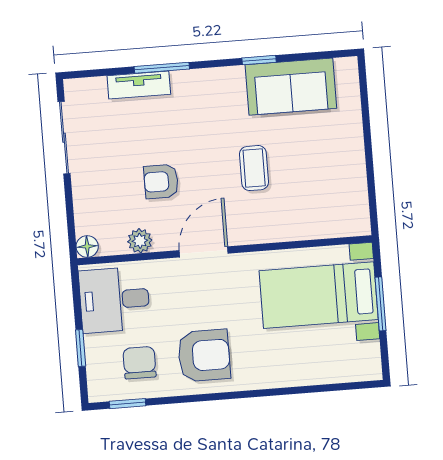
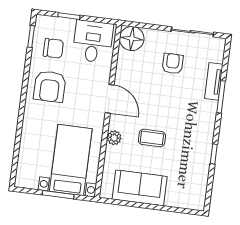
sofa: (291, 87) -> (140, 188), moved, turned 90
armchair: (161, 182) -> (173, 64), moved
plant: (140, 241) -> (114, 138), moved
floor lamp: (87, 246) -> (132, 39), width x1.89, depth x1.89

